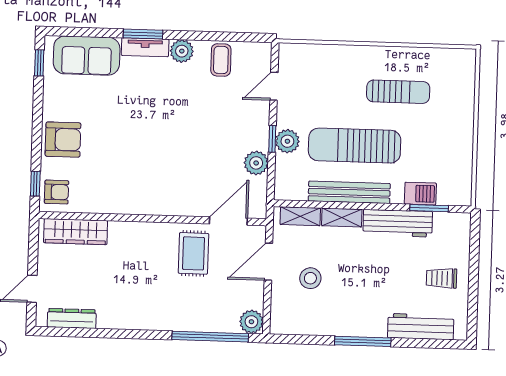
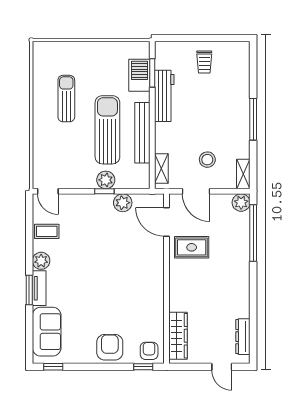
door: (274, 86) -> (48, 191), moved
sun lounger: (355, 146) -> (107, 130), turned 180
barbecue: (420, 194) -> (139, 75), width x1.38, depth x1.27
shelving: (342, 218) -> (243, 174), moved
workbench: (421, 327) -> (241, 76), removed

